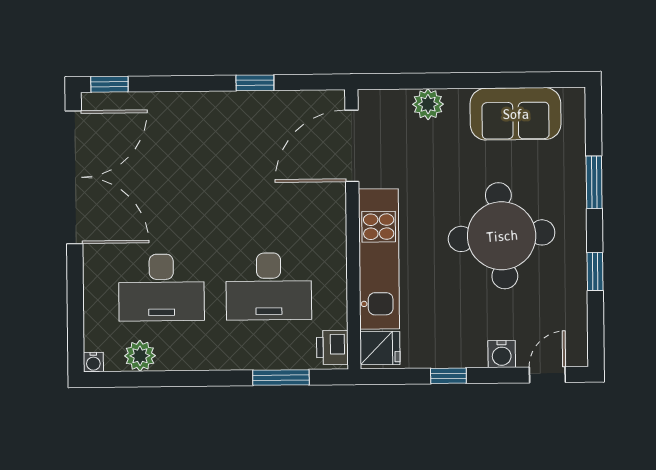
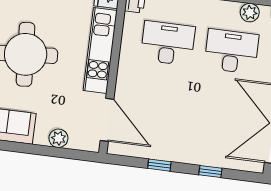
window: (109, 84) -> (210, 172), moved
door: (352, 146) -> (107, 120), hinge flipped

